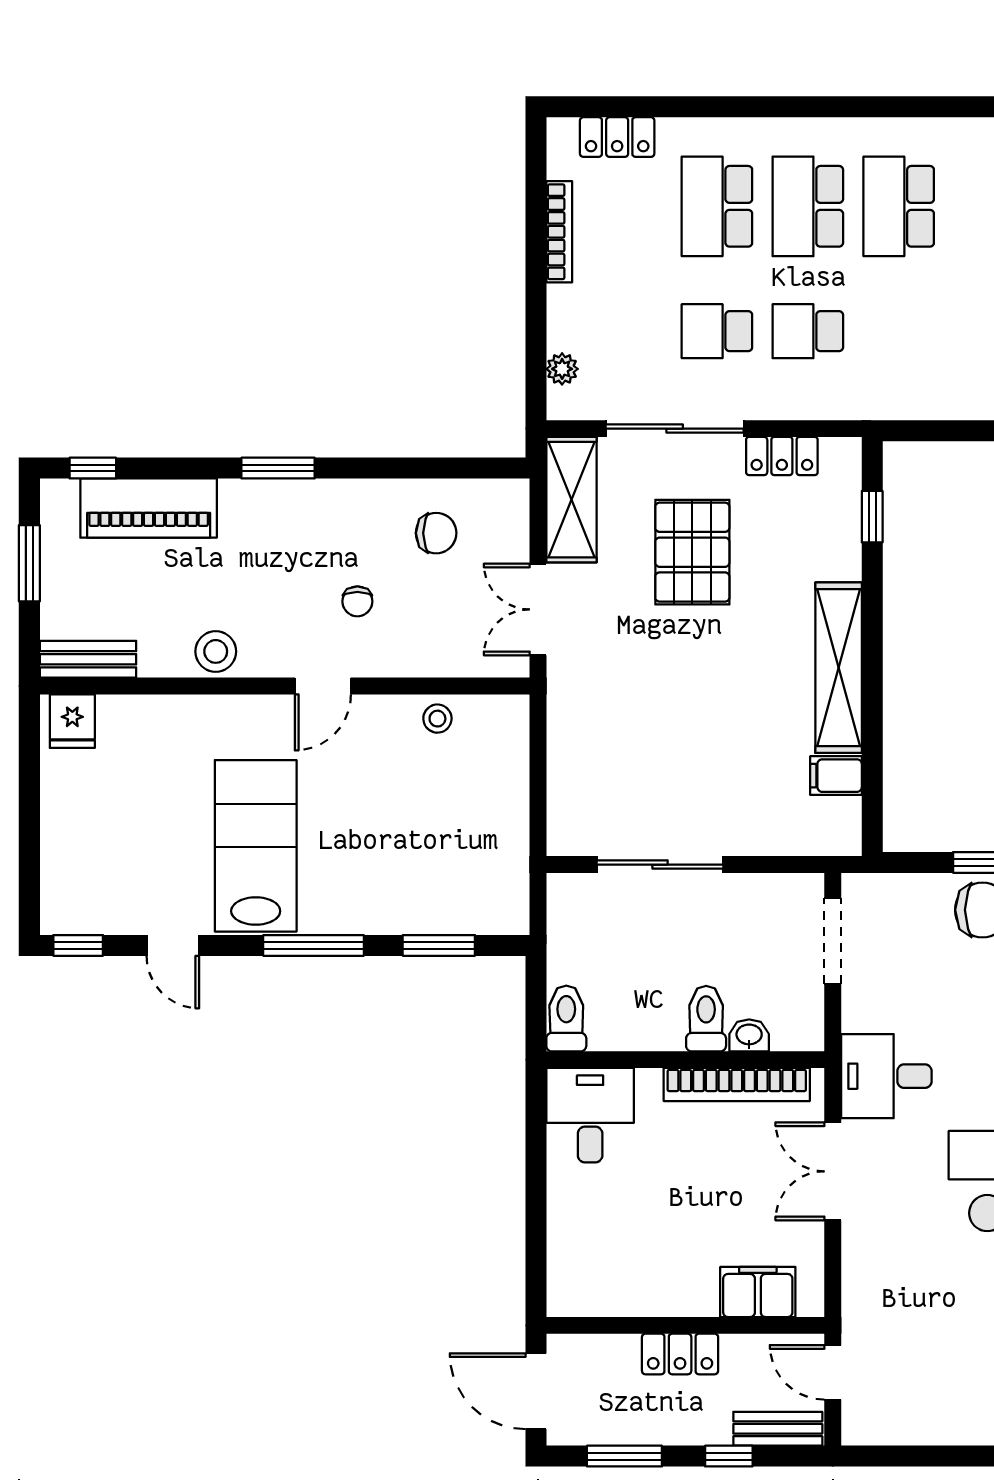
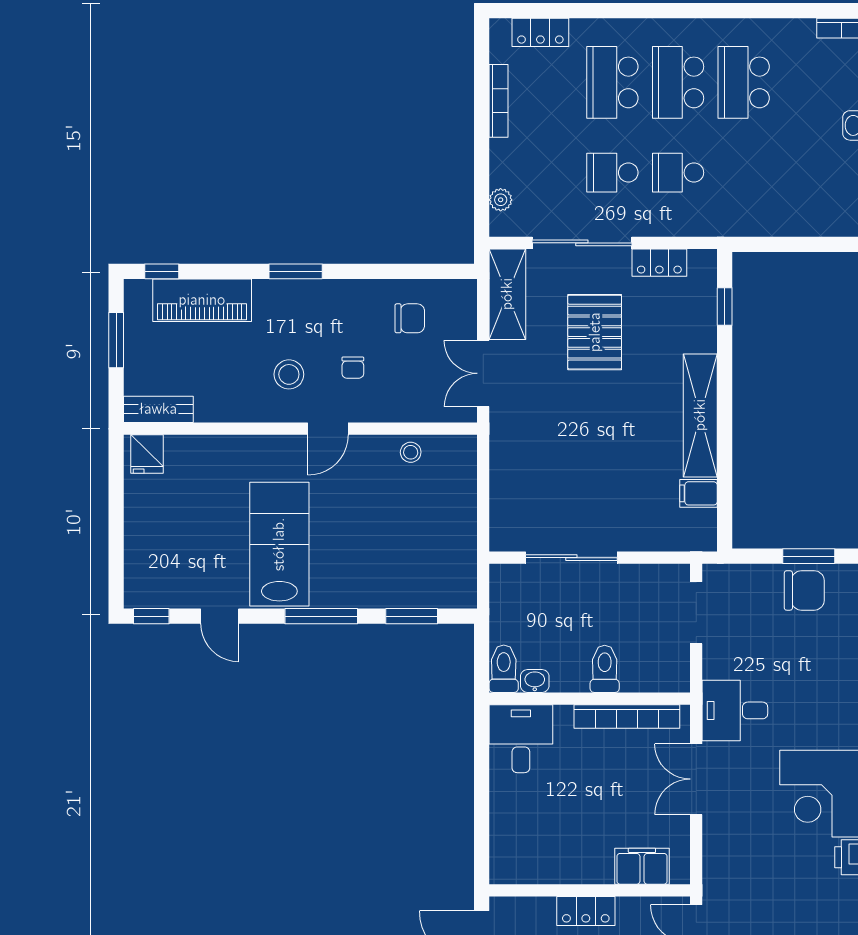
stool: (216, 651) -> (289, 374), moved
washbasin: (749, 1035) -> (535, 681), moved

